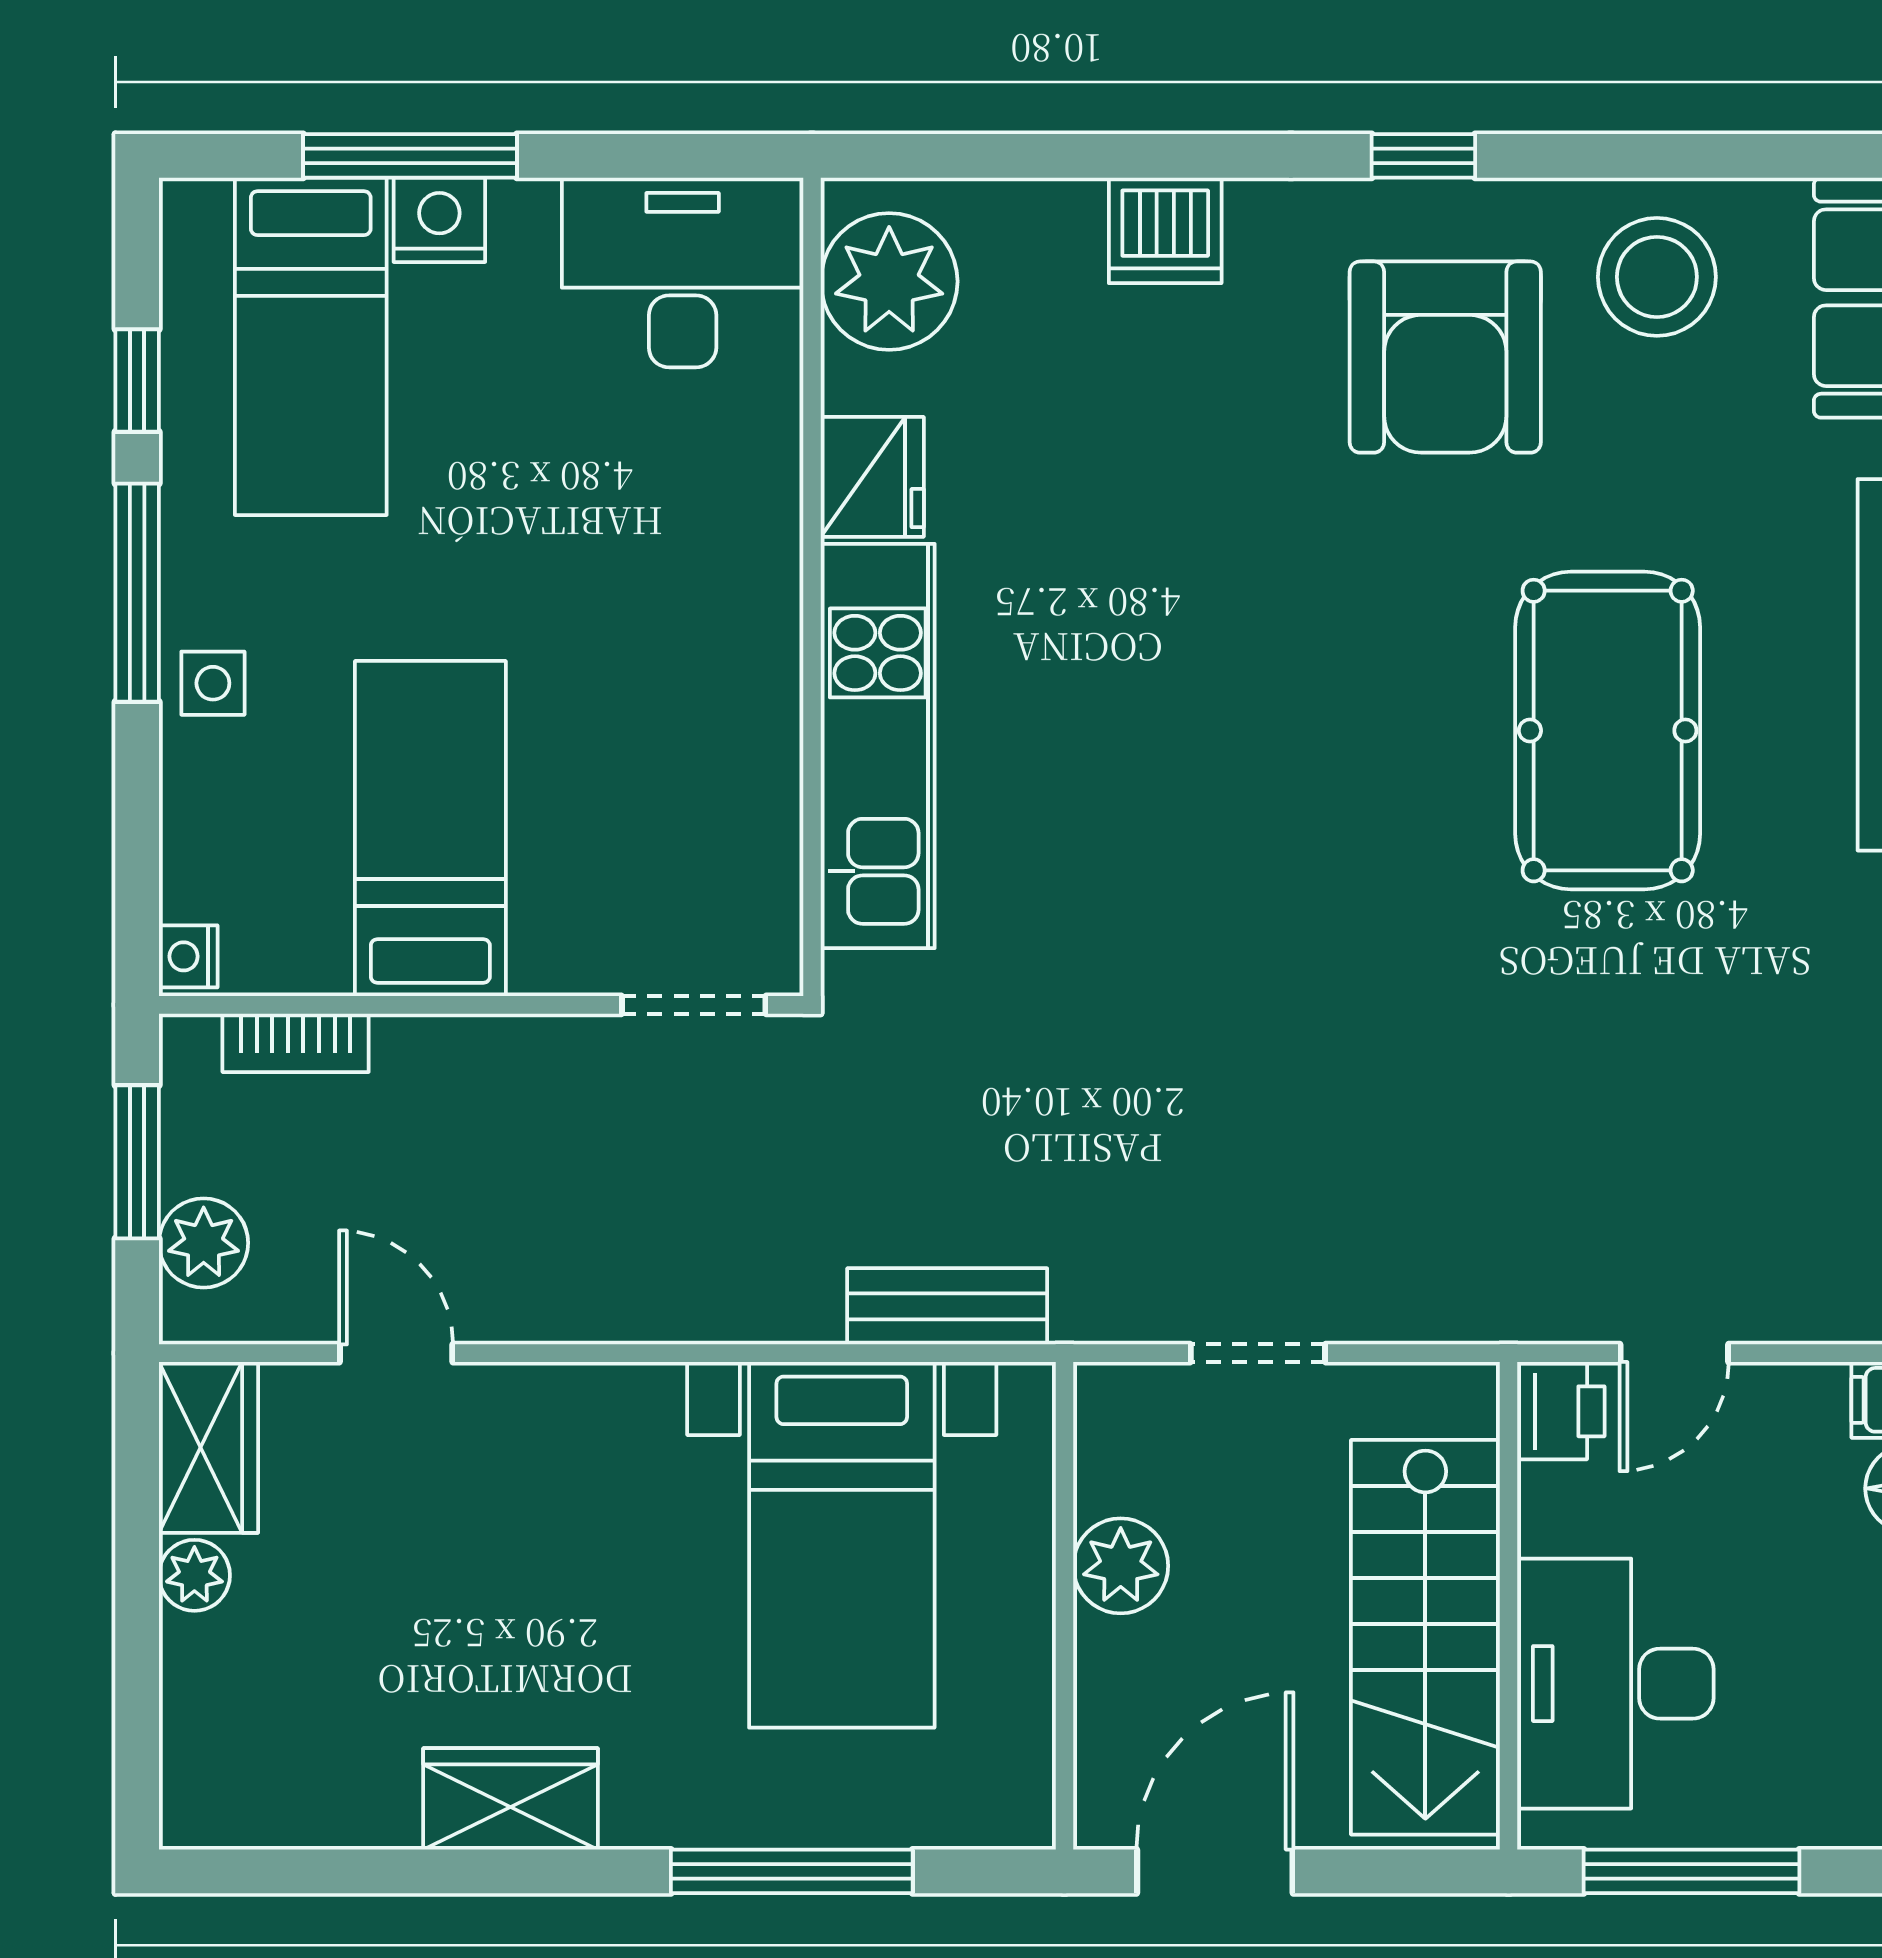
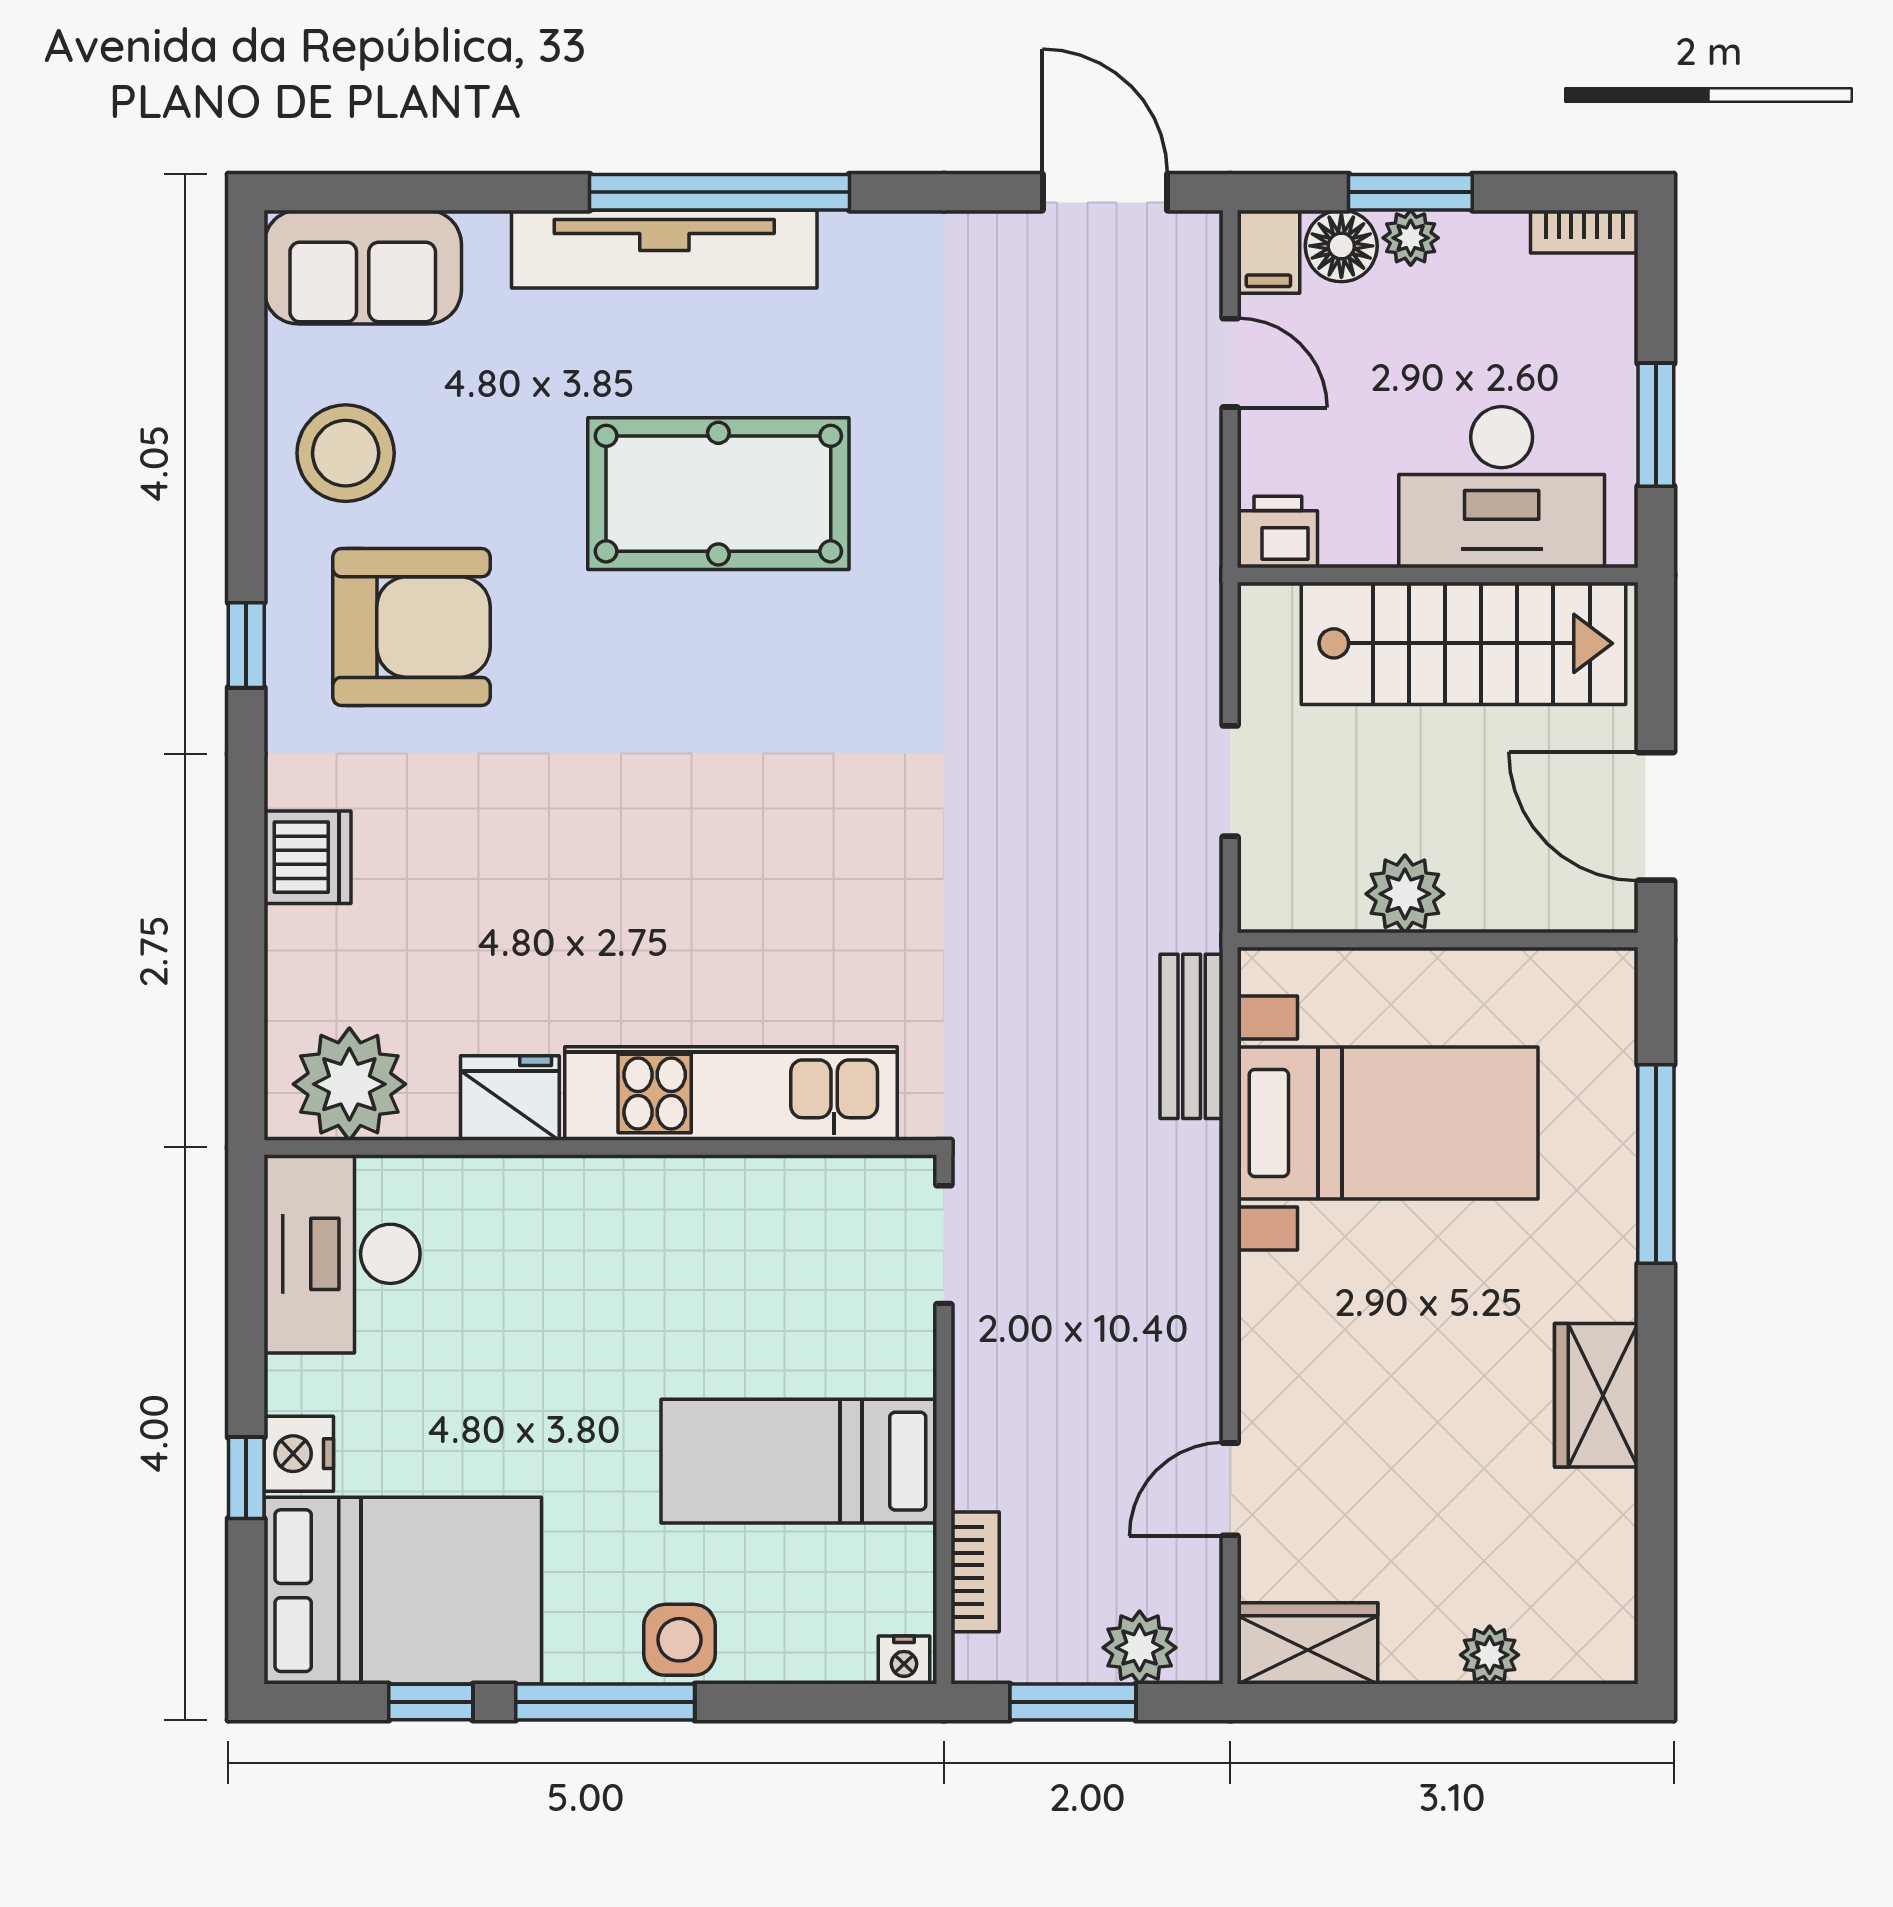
window: (410, 156) -> (246, 1478), width x0.46
bed: (311, 346) -> (403, 1591), width x1.50
side table: (213, 683) -> (679, 1640), width x1.37, depth x1.37
door: (1674, 1353) -> (1230, 363), moved
plant: (194, 1575) -> (1490, 1655), moved
window: (1691, 1871) -> (1656, 425), width x0.69

